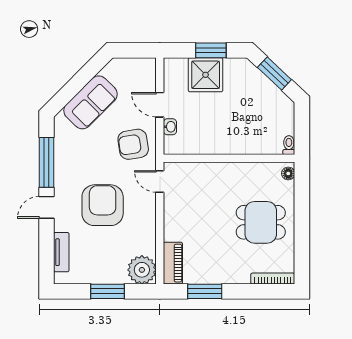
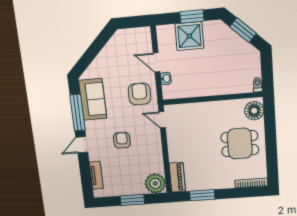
sofa: (90, 102) -> (93, 99), moved, turned -45
armchair: (133, 144) -> (140, 94), turned 99
floor lamp: (288, 173) -> (254, 111), width x1.89, depth x1.89
armchair: (103, 205) -> (122, 140), width x0.53, depth x0.53

